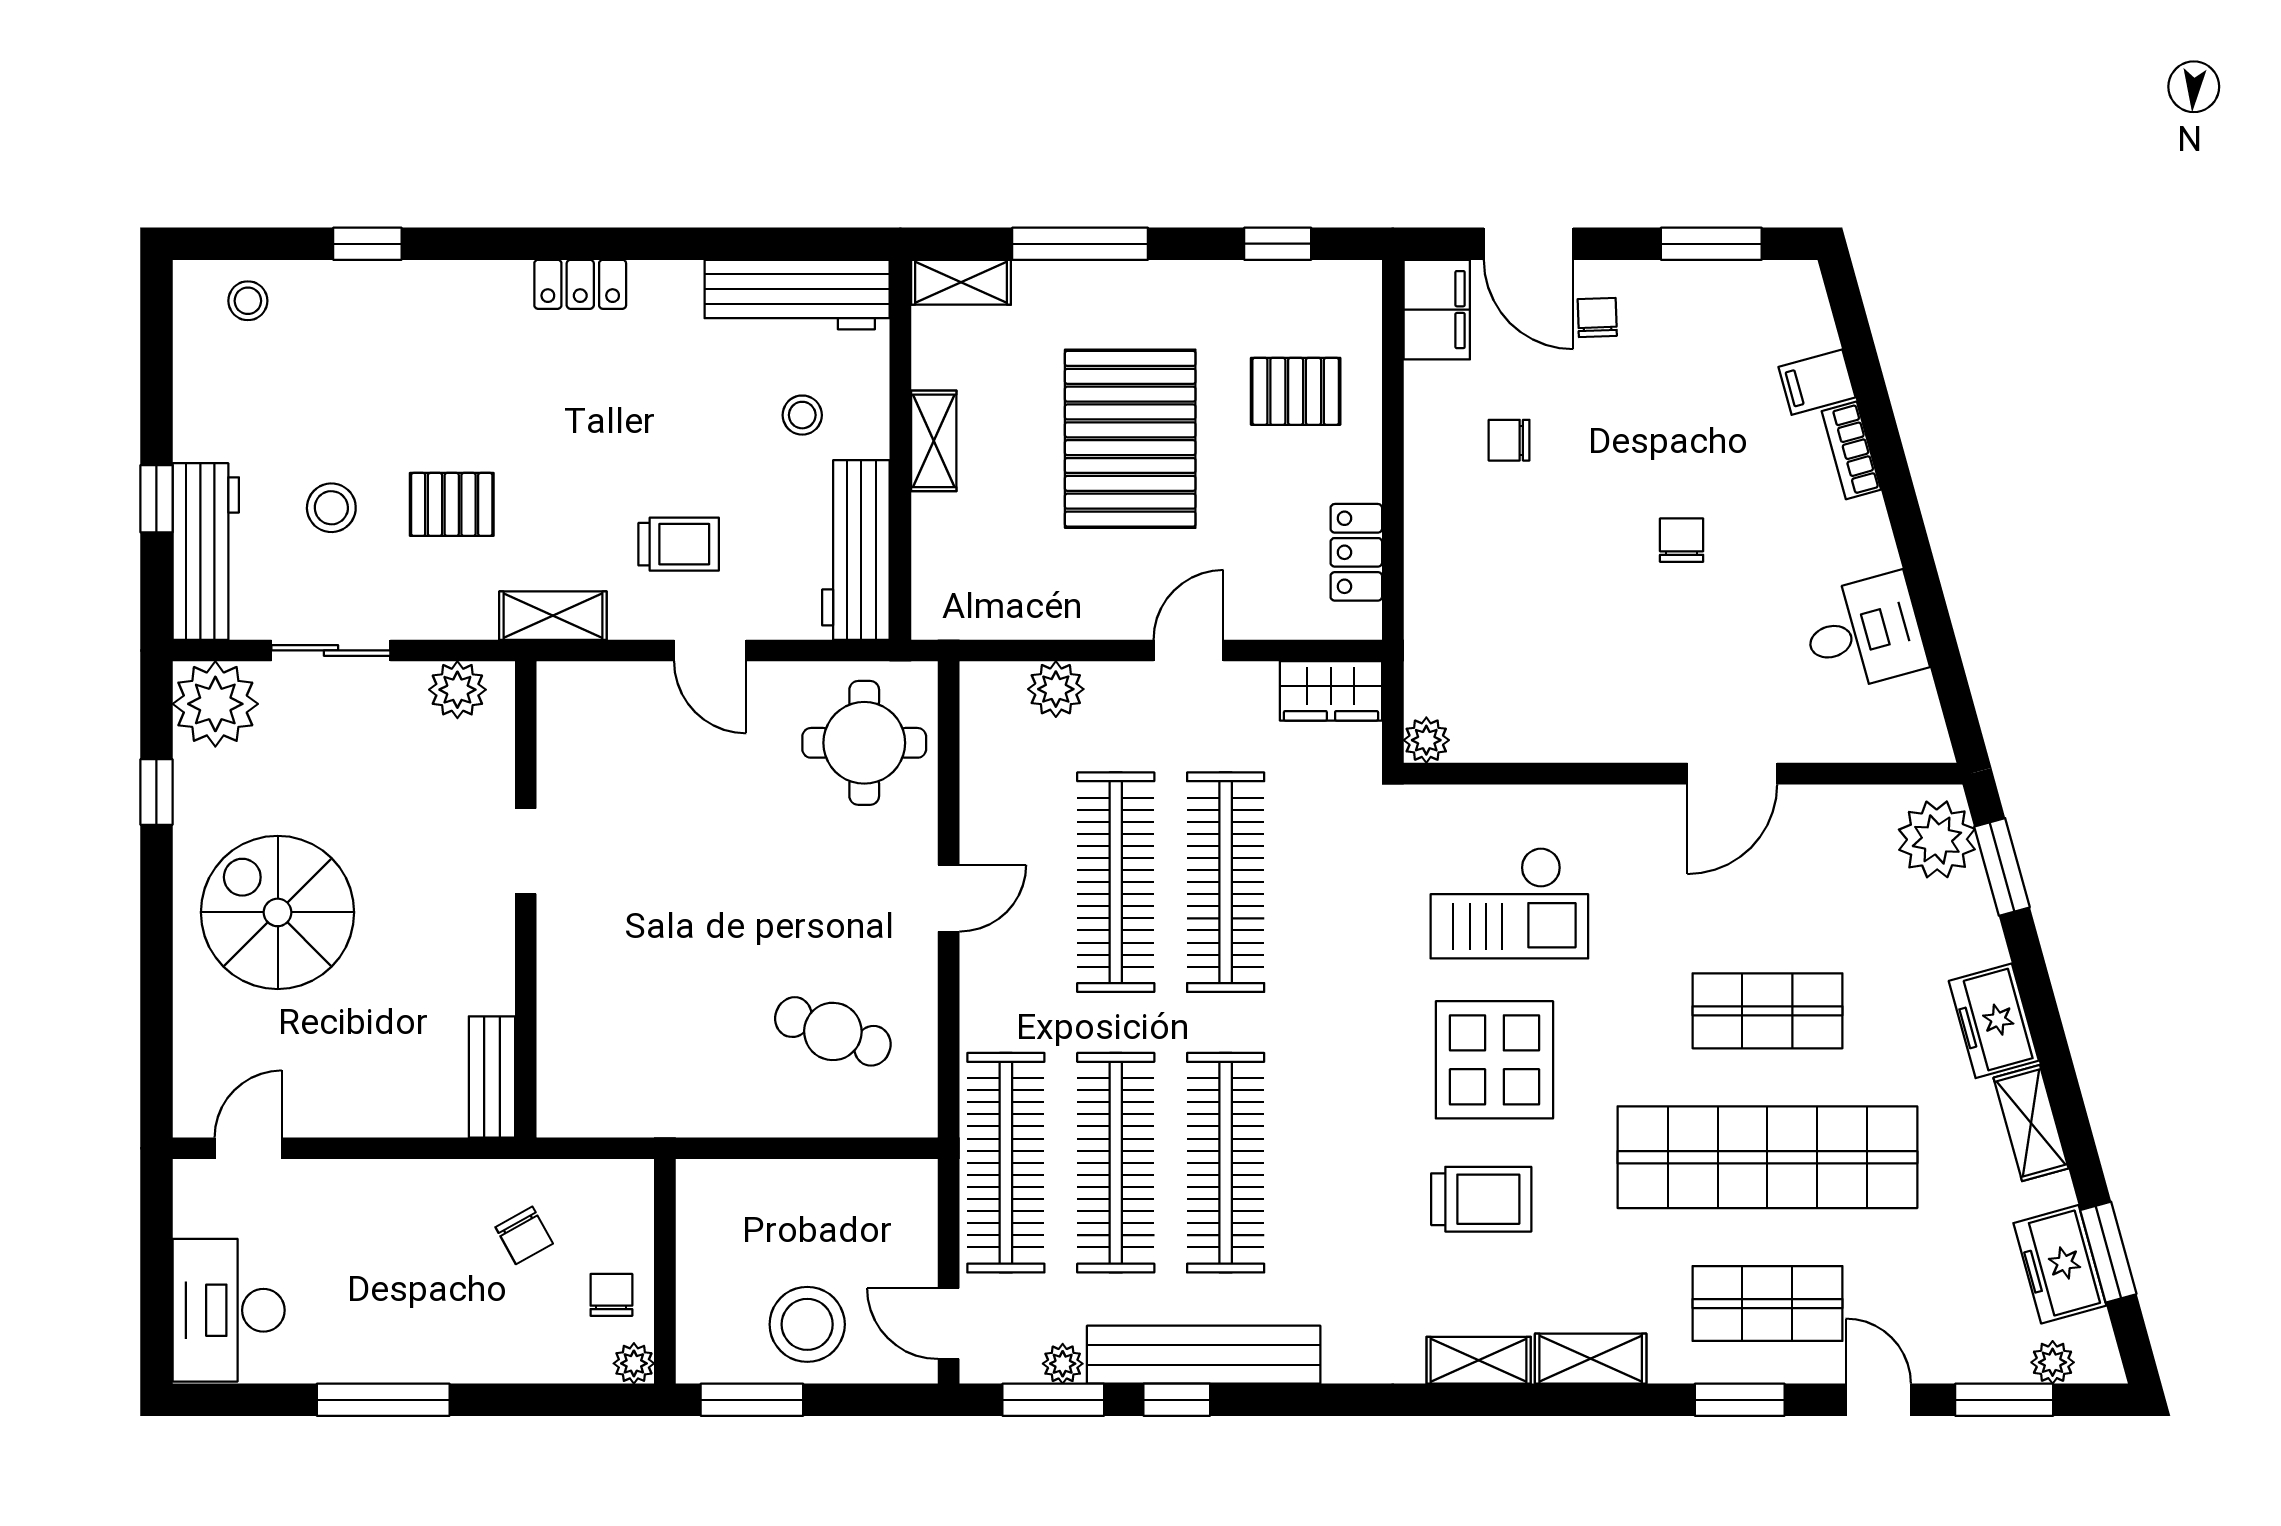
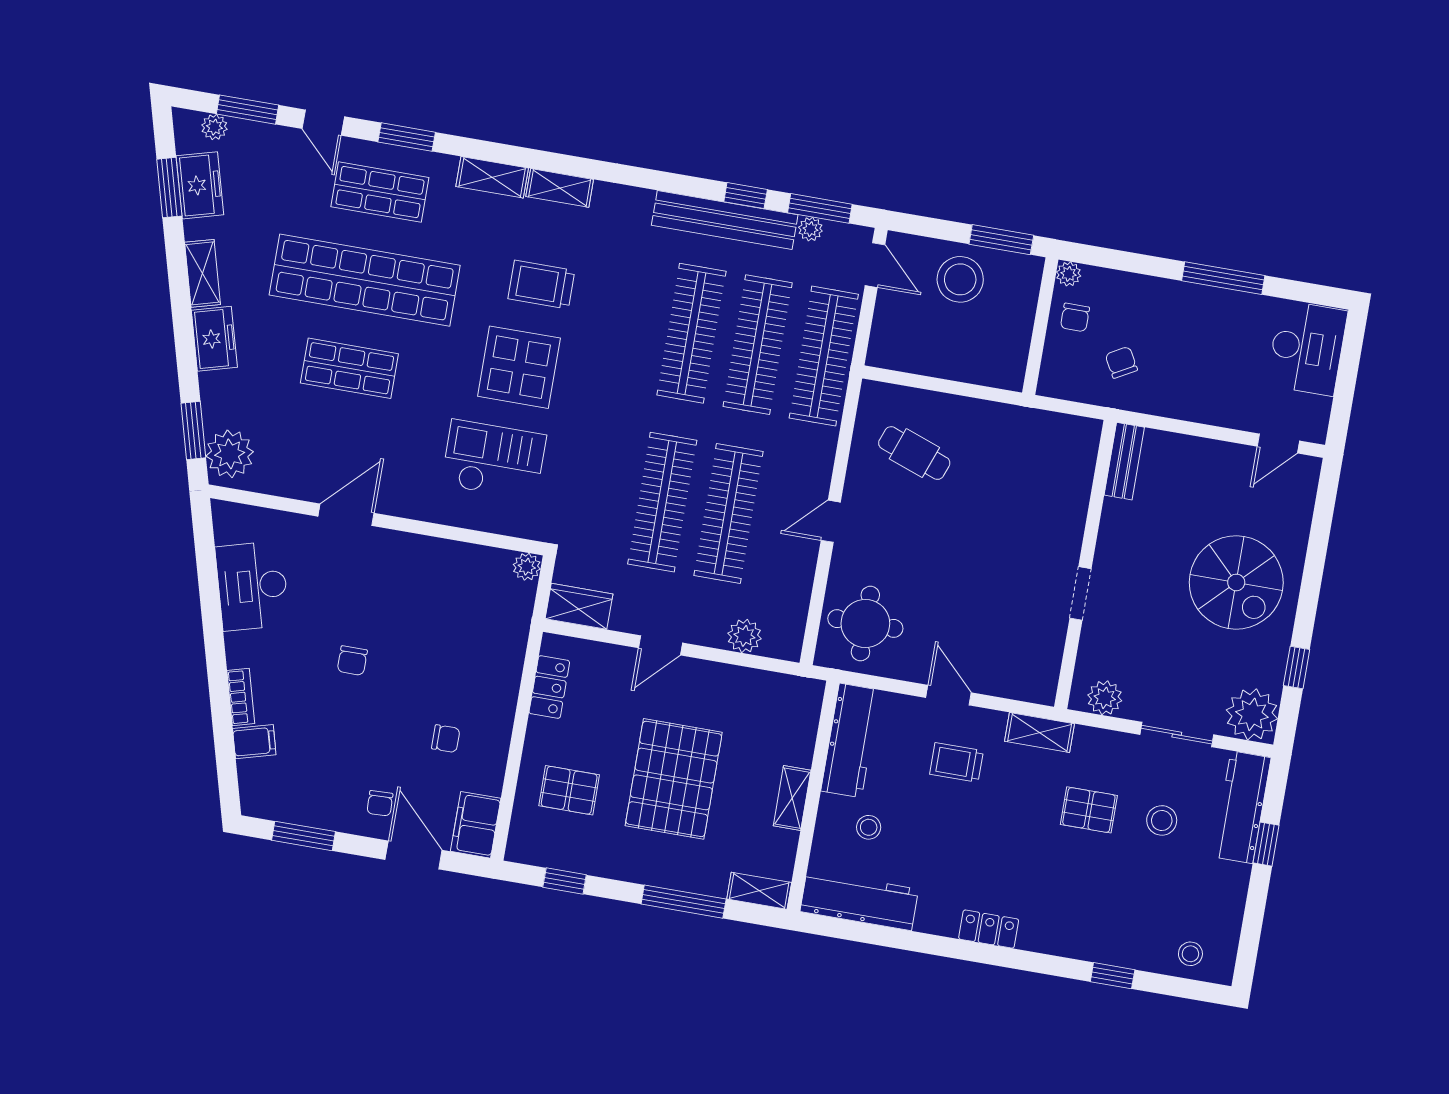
desk: (1864, 633) -> (252, 586), width x1.37

